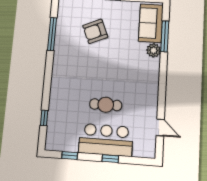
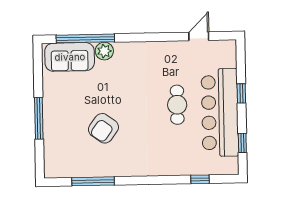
armchair: (95, 31) -> (103, 128), moved, turned 59
window: (165, 36) -> (85, 38), width x1.46
bar counter: (106, 140) -> (220, 112), width x1.36

